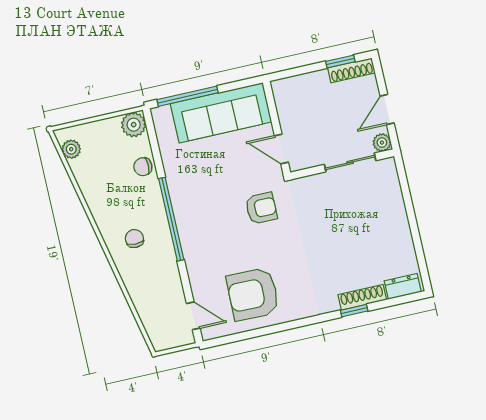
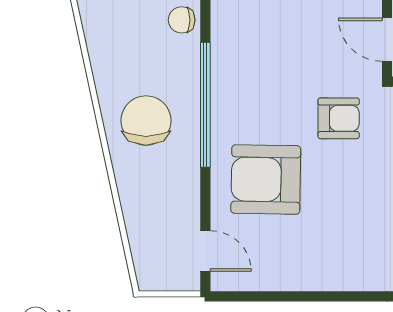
chair: (134, 239) -> (146, 121), width x1.87, depth x1.87
armchair: (253, 294) -> (266, 180), moved

